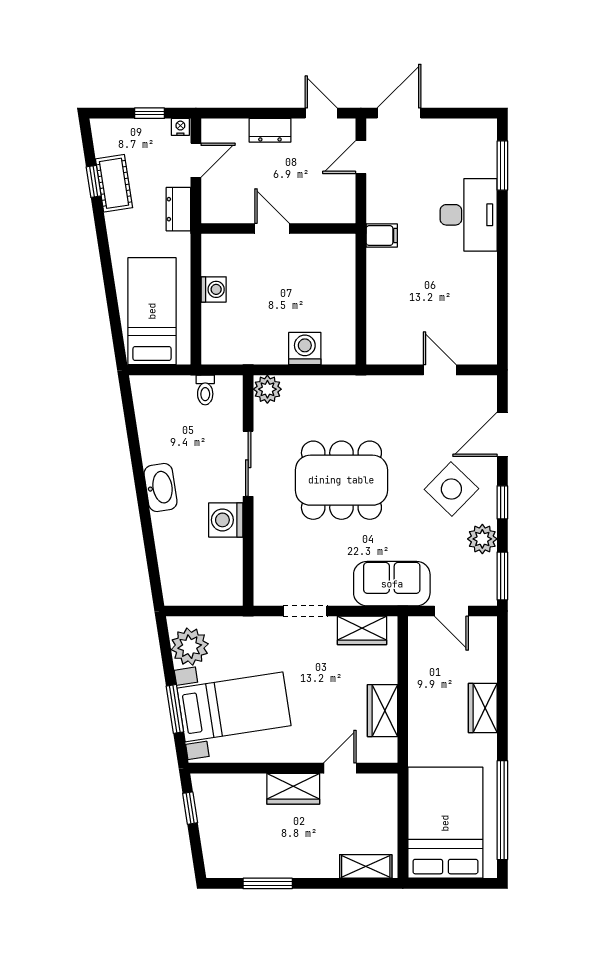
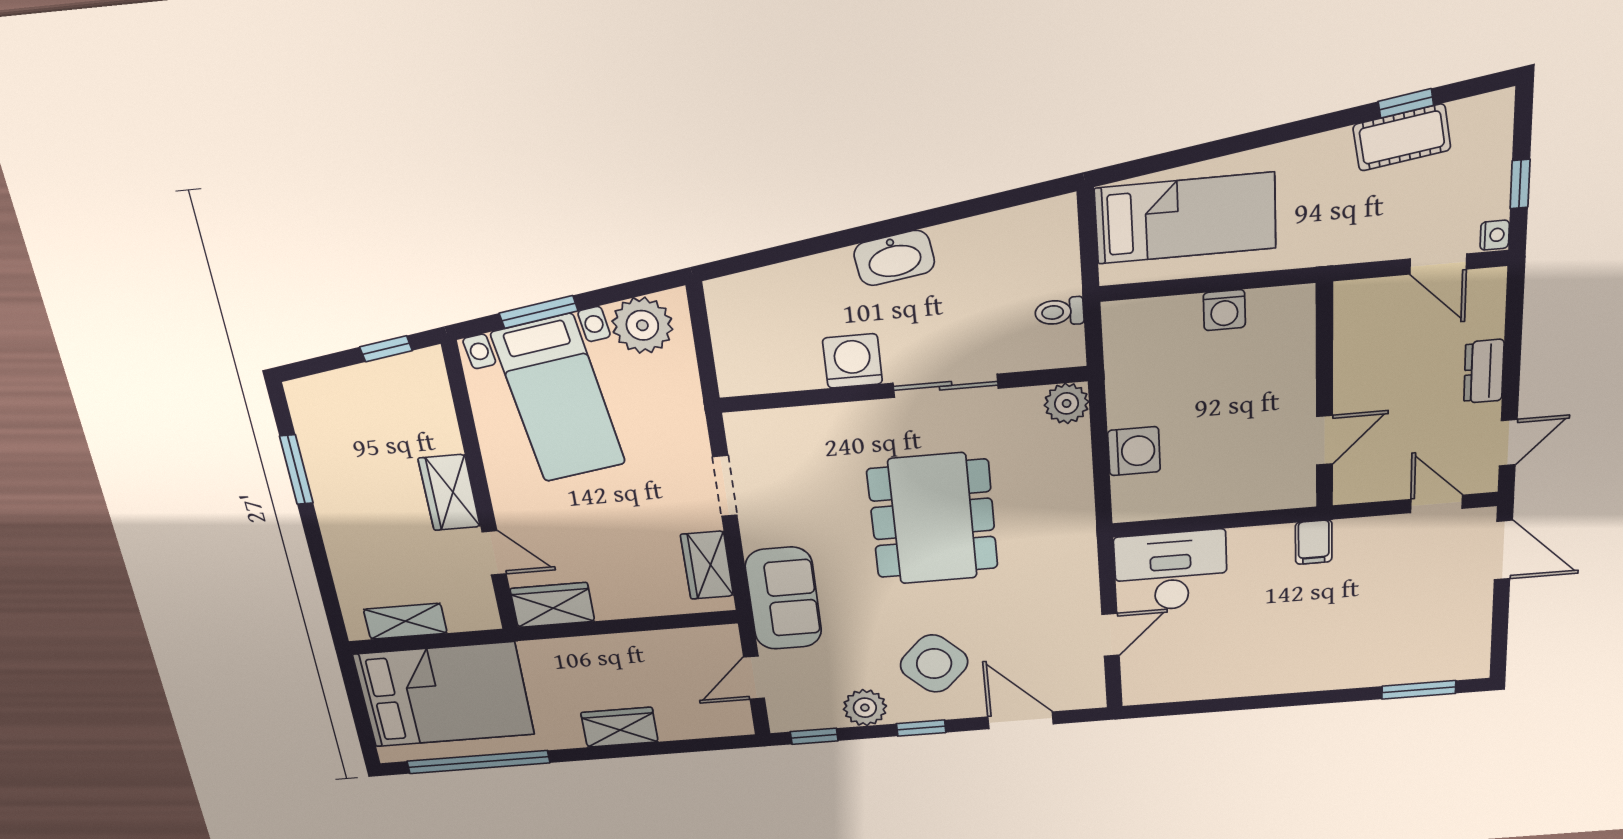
dresser: (178, 209) -> (1357, 244), removed
desk: (469, 215) -> (1171, 571), moved, turned 180
door: (272, 229) -> (1325, 440), moved
window: (502, 576) -> (814, 736), width x0.67
wardrobe: (382, 711) -> (552, 605), moved
shelving: (366, 866) -> (405, 621), moved, turned 90

